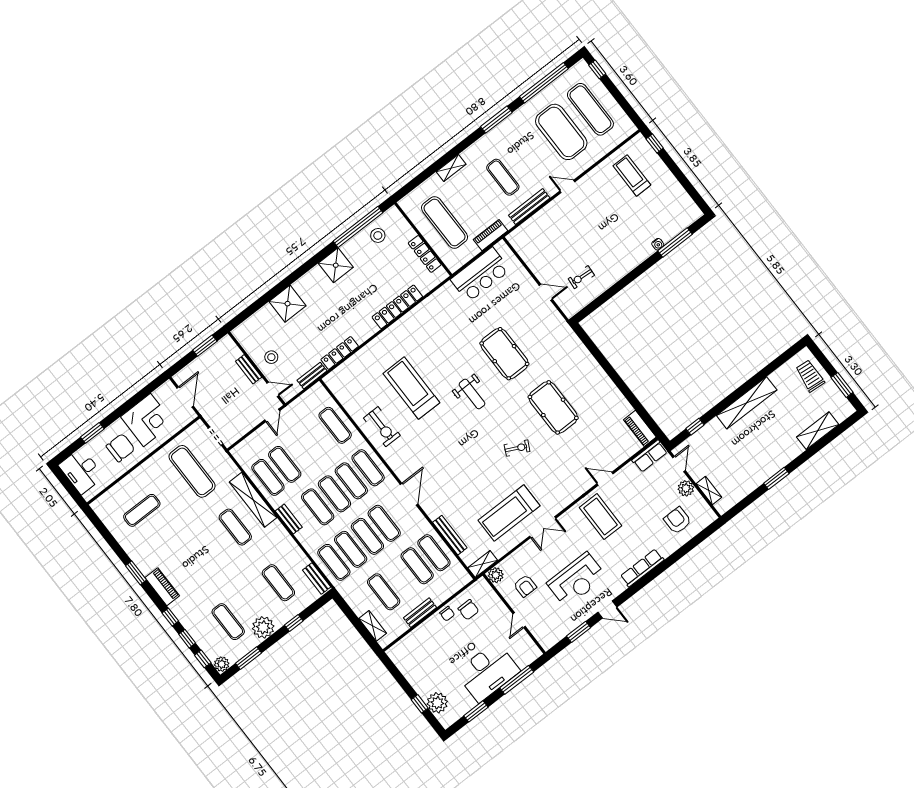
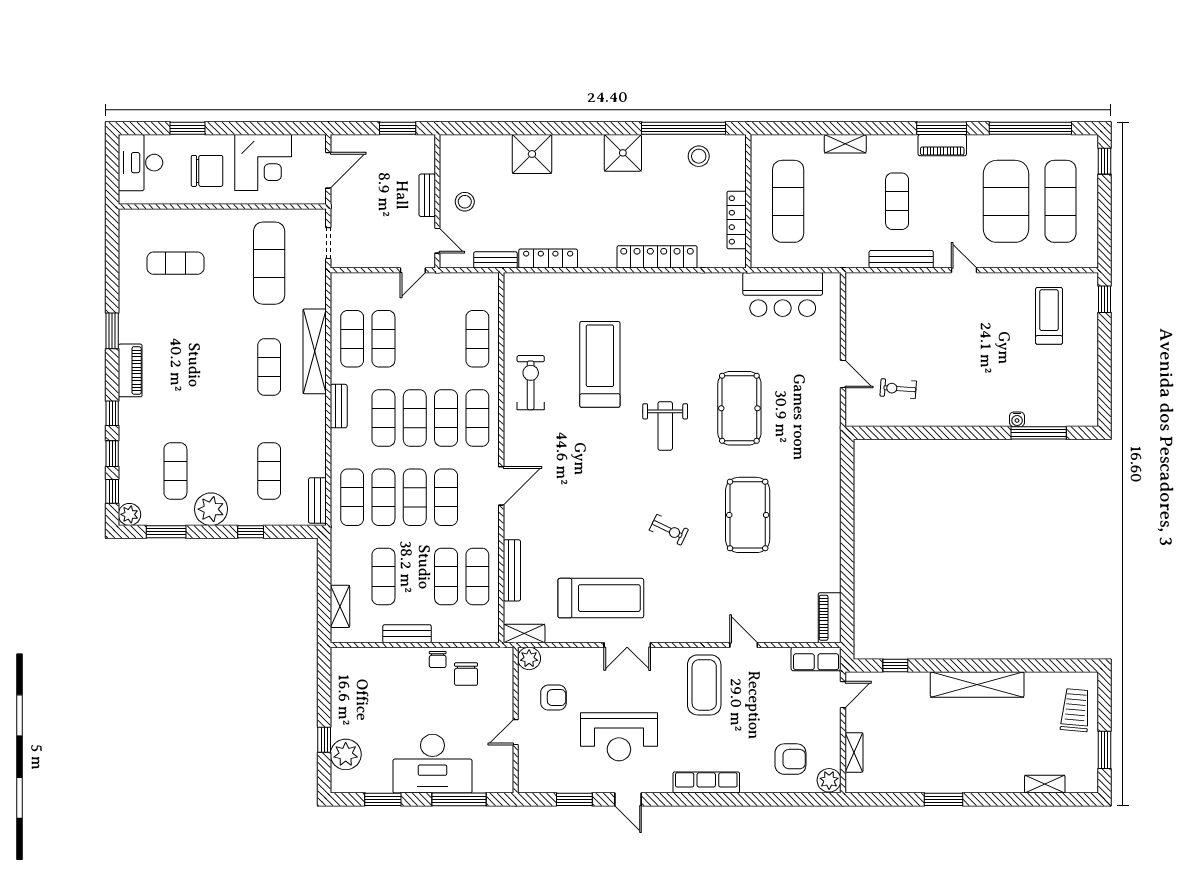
piano: (490, 235) -> (942, 145), moved, turned 180
exercise bike: (382, 427) -> (531, 383), turned 180
shelving: (818, 431) -> (1045, 784), width x0.67, depth x0.75
plant: (686, 488) -> (829, 780), moved
treadmill: (509, 513) -> (601, 598), turned 180
armchair: (678, 520) -> (790, 759), turned 90
armchair: (525, 586) -> (554, 698), turned -90

